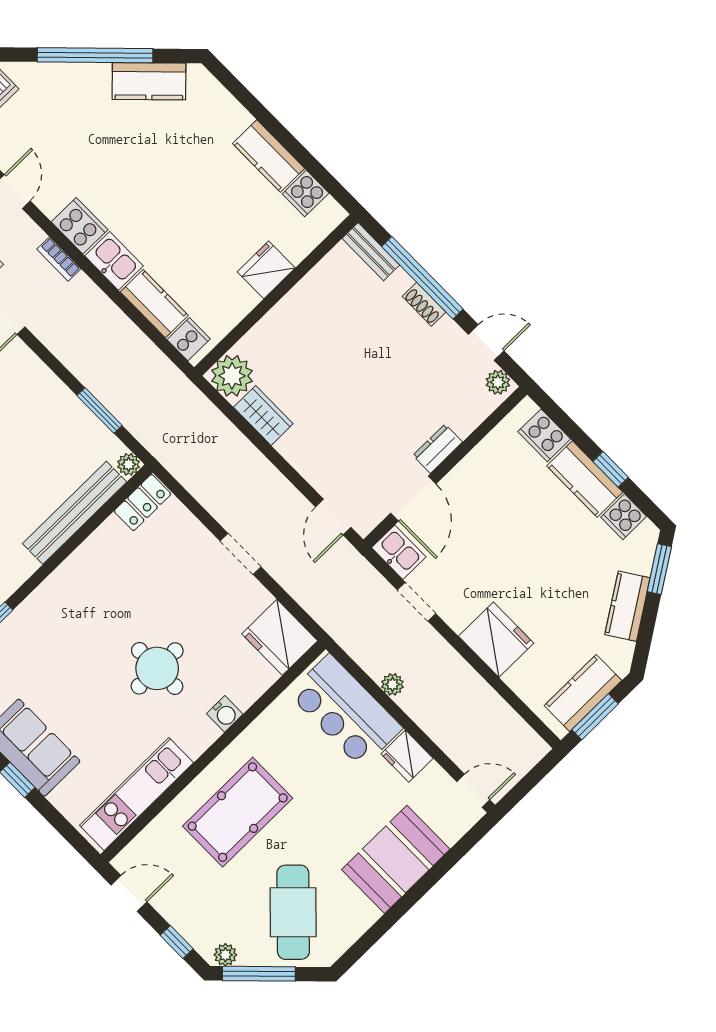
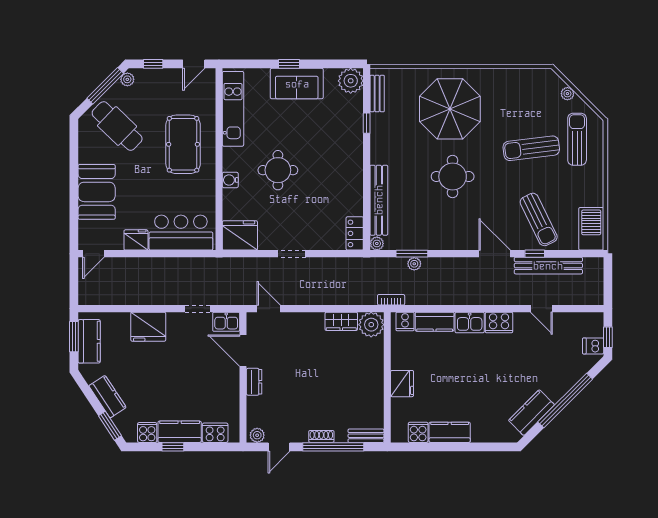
bookcase: (59, 259) -> (391, 300), moved
plant: (392, 684) -> (414, 264), moved

